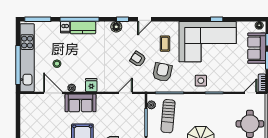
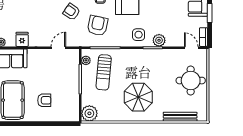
plant: (220, 86) -> (159, 40), added
door: (250, 93) -> (191, 48), hinge flipped

